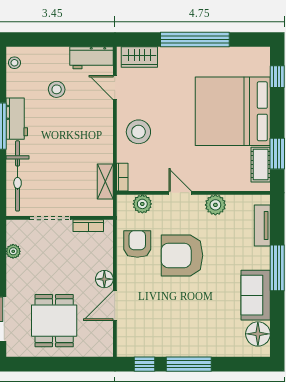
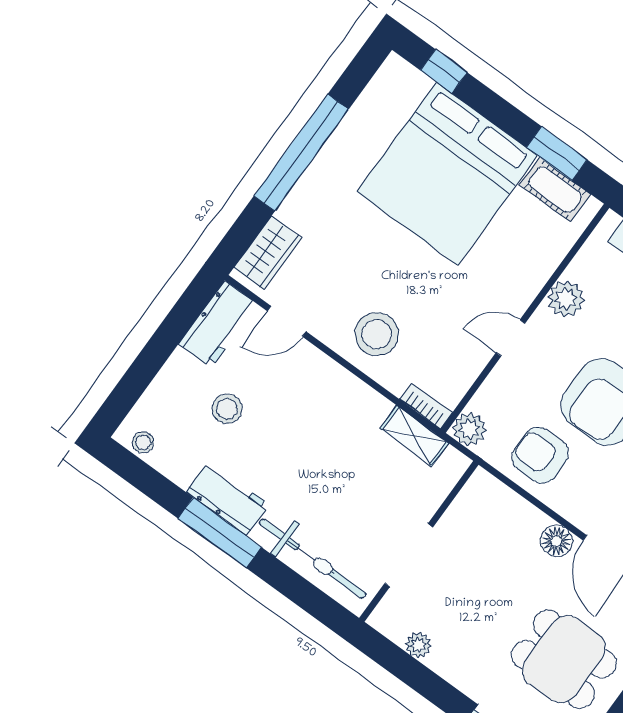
plant: (142, 204) -> (469, 429), moved
bookcase: (88, 226) -> (461, 508), removed

